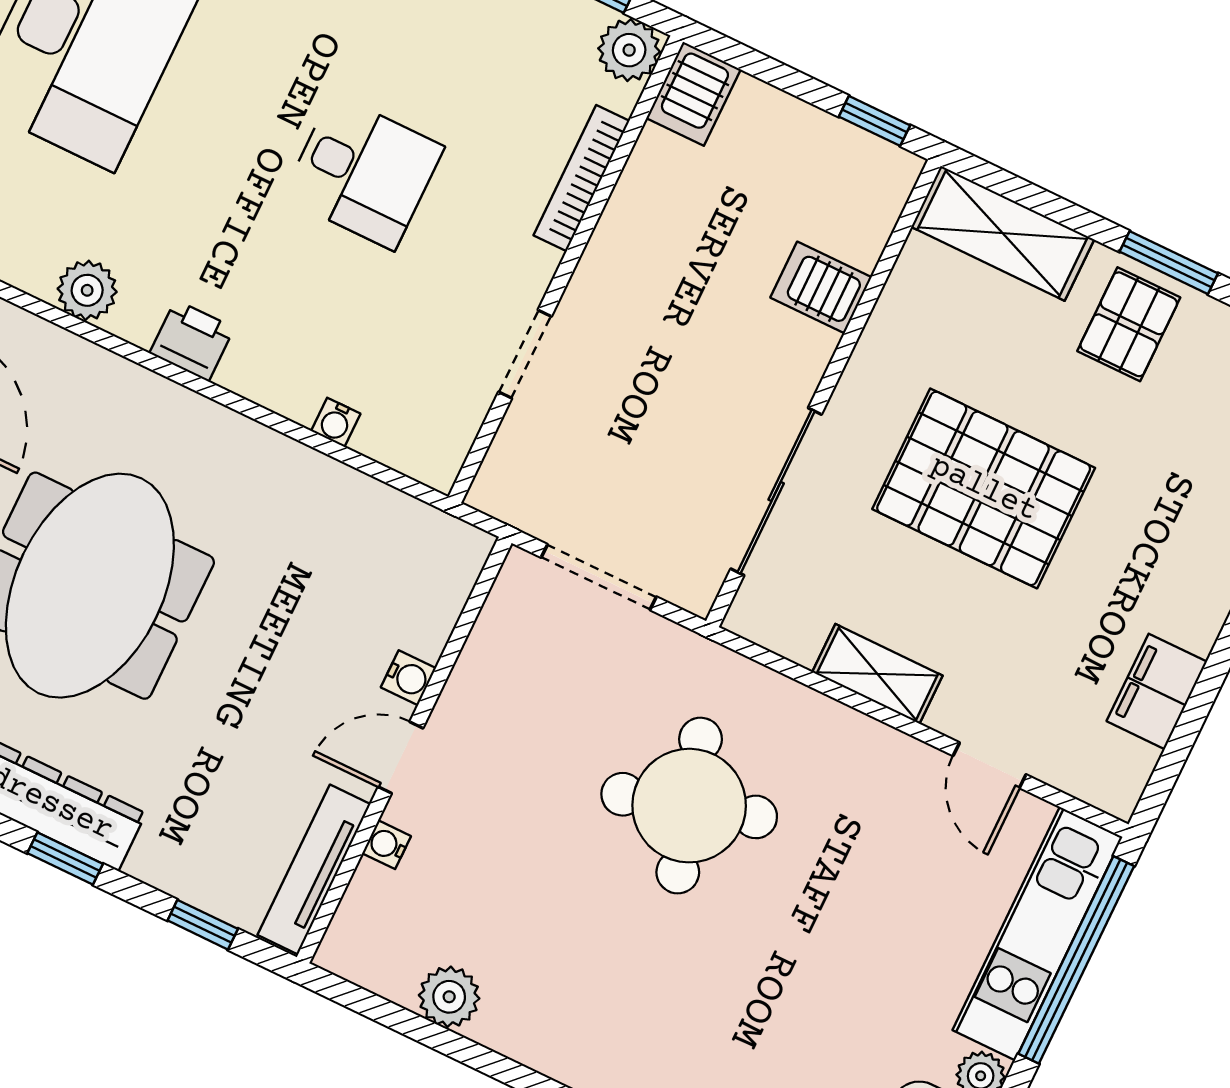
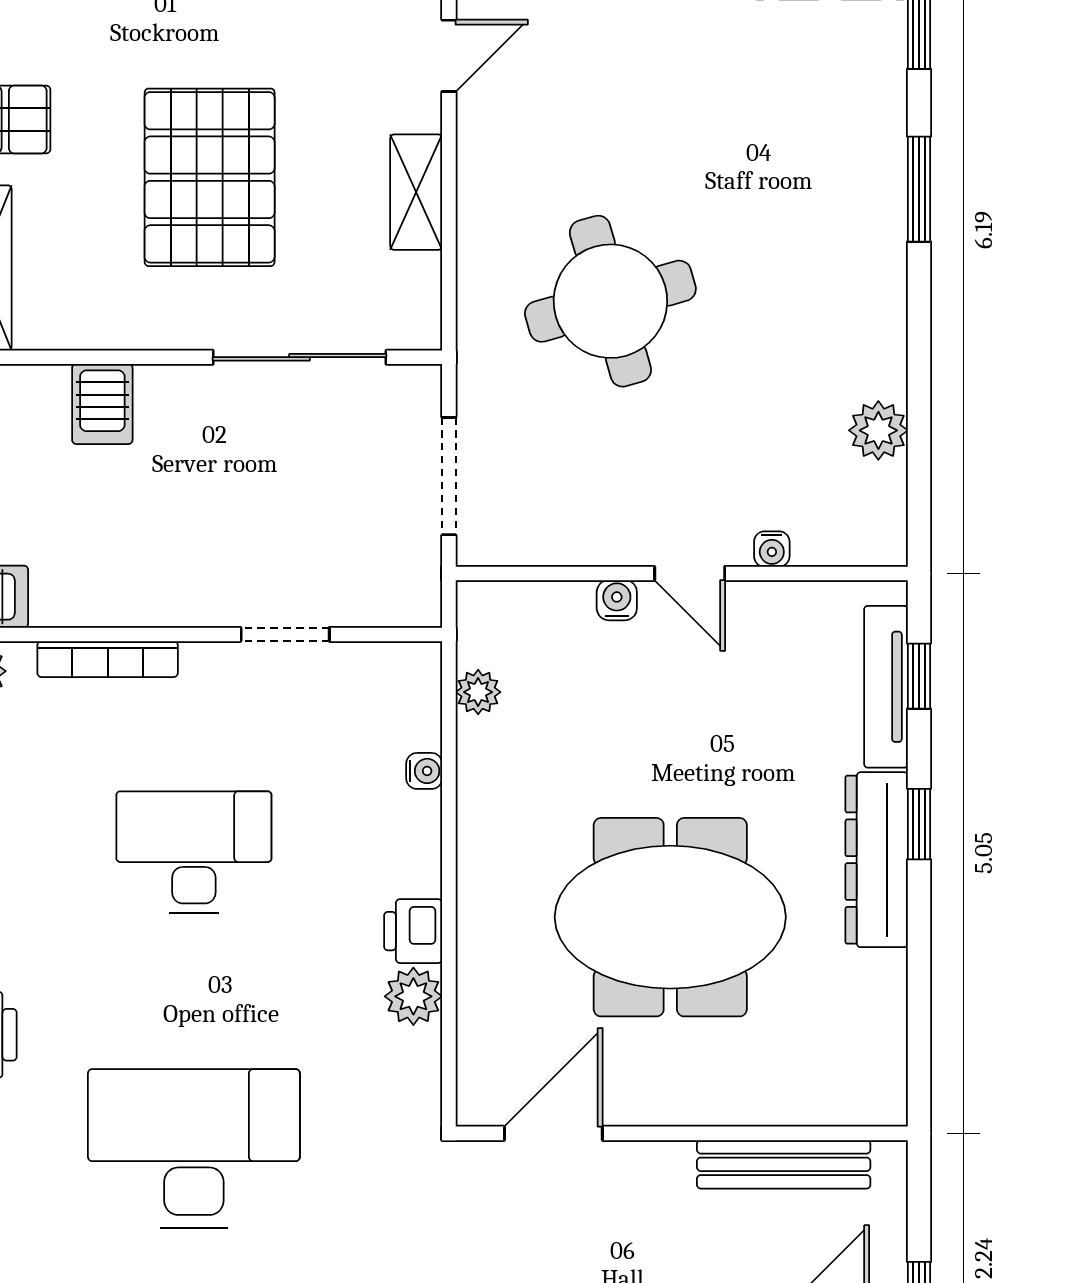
desk: (363, 172) -> (194, 852), width x1.37
plant: (87, 290) -> (413, 996), moved
plant: (385, 508) -> (478, 692), added
tv unit: (314, 870) -> (886, 687), moved, turned 90

